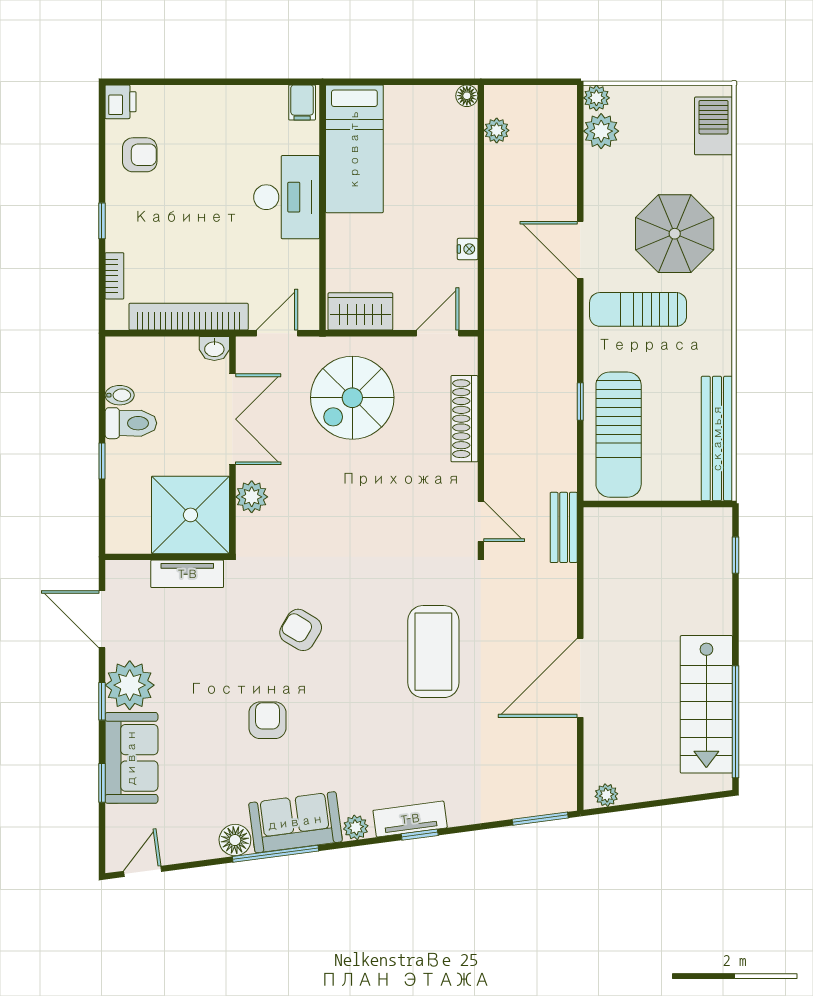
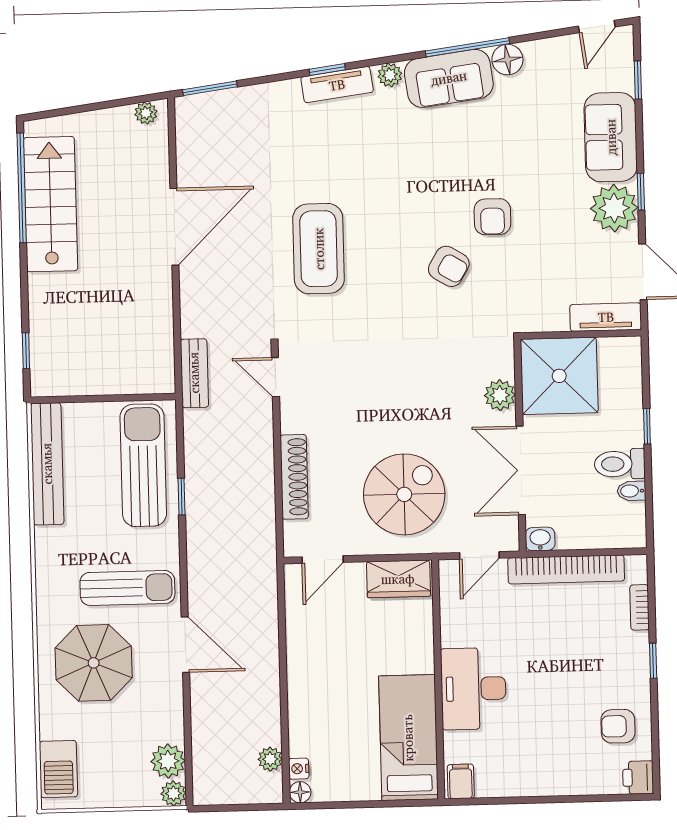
nightstand: (468, 249) -> (299, 769), moved
tv unit: (187, 574) -> (606, 317), moved
armchair: (267, 720) -> (492, 217), moved
window: (102, 783) -> (638, 80), moved

